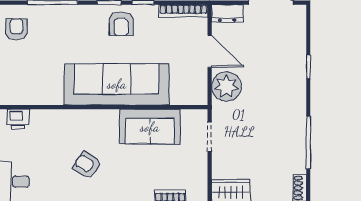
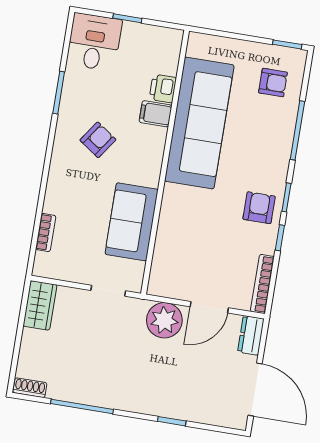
armchair: (121, 24) -> (259, 208), turned 90
sofa: (117, 84) -> (199, 123), moved
printer: (18, 119) -> (163, 88), moved
filing cabinet: (58, 122) -> (156, 114), added

